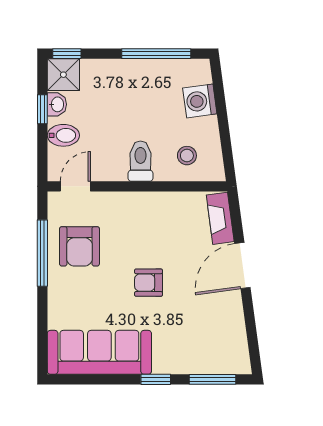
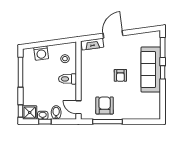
armchair: (79, 246) -> (105, 106), turned -90
door: (242, 266) -> (113, 34), swing flipped
sofa: (99, 352) -> (151, 69), moved

